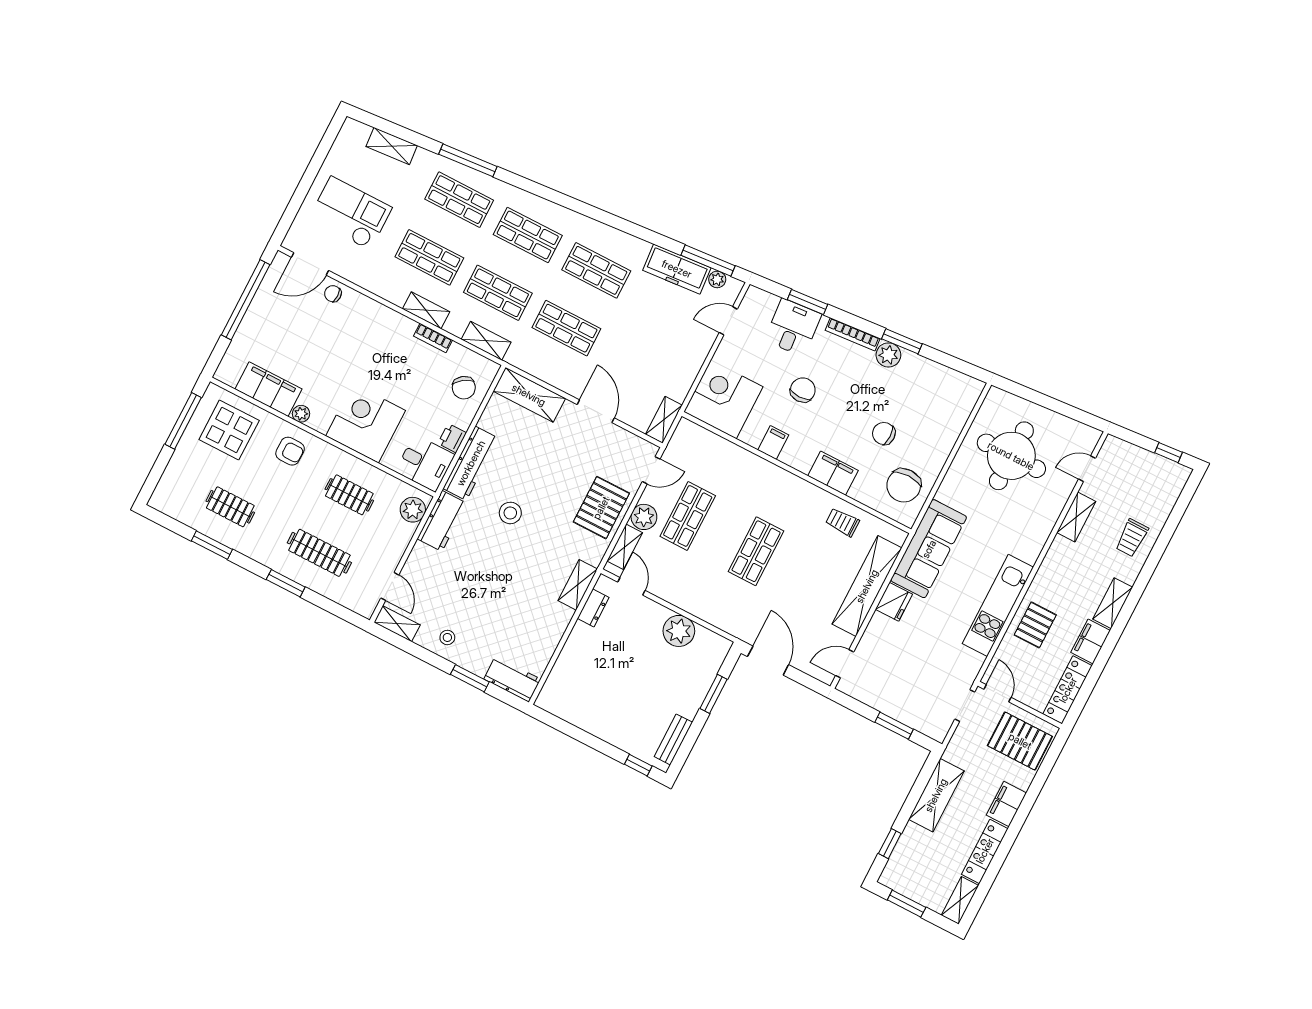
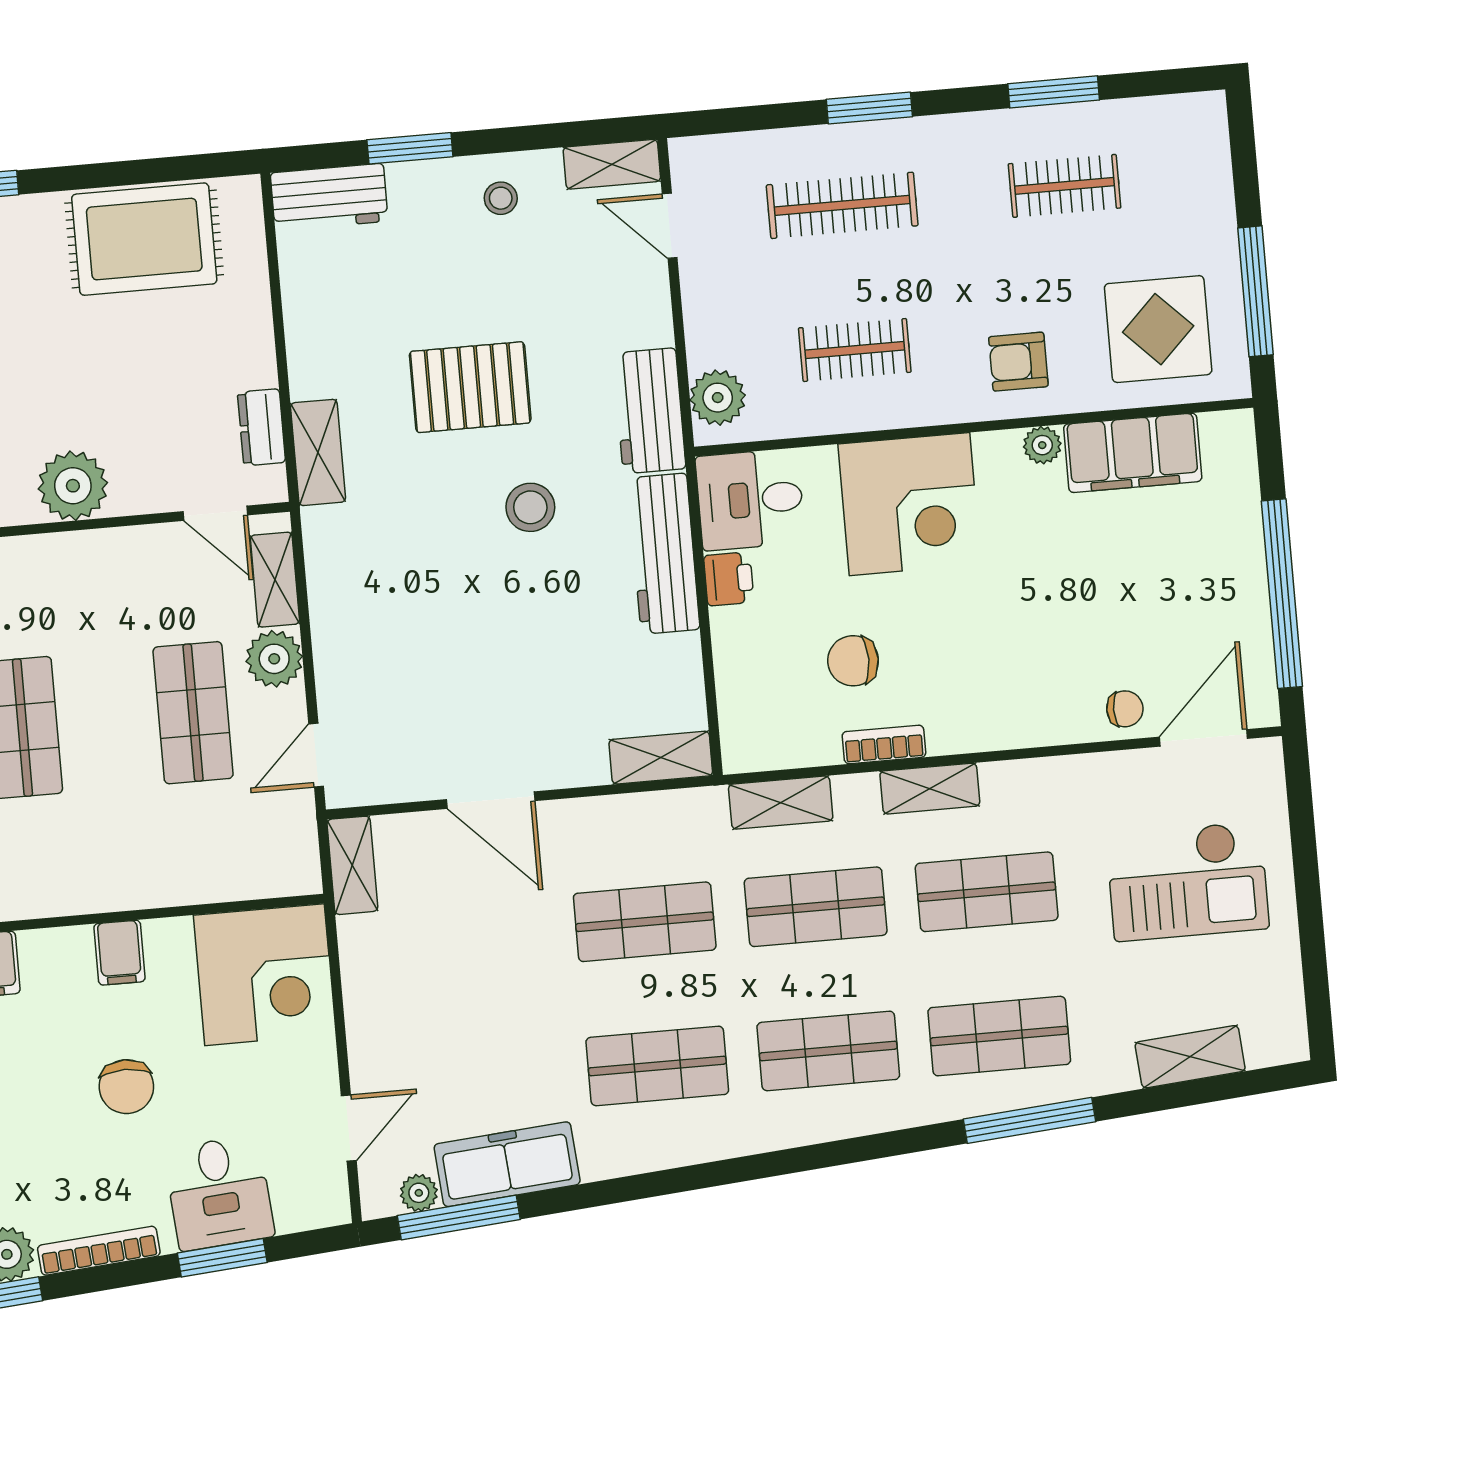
chair: (464, 388) -> (853, 661), moved, turned -55
shelving: (529, 395) -> (661, 758), width x0.67, depth x0.75
pallet: (601, 508) -> (470, 387), moved, turned 90
rug: (593, 708) -> (144, 239), added

